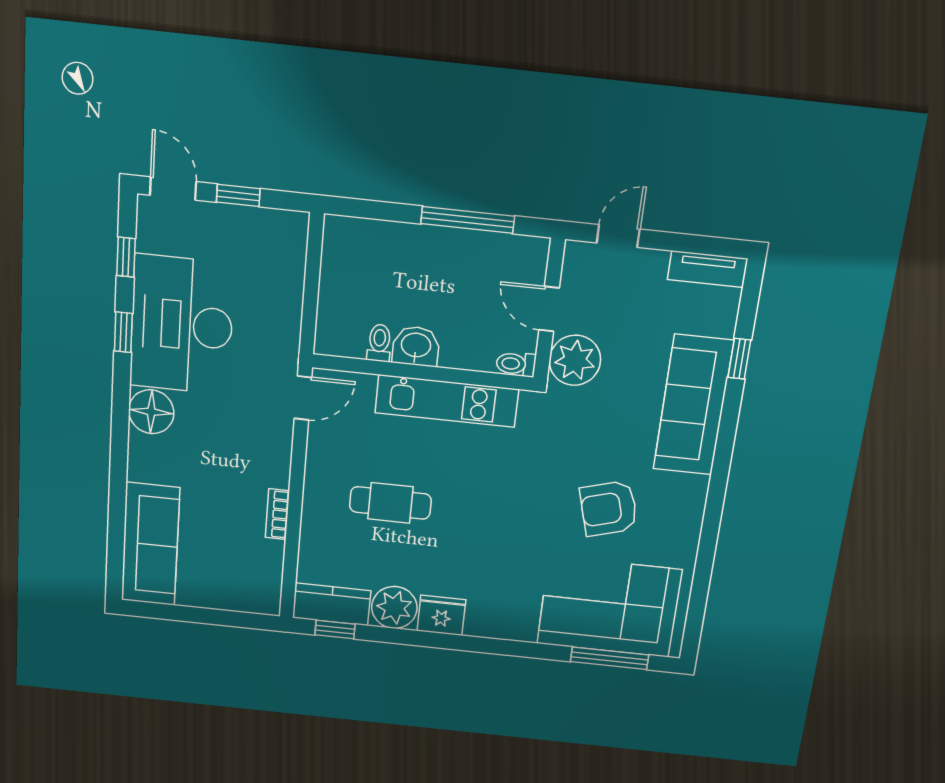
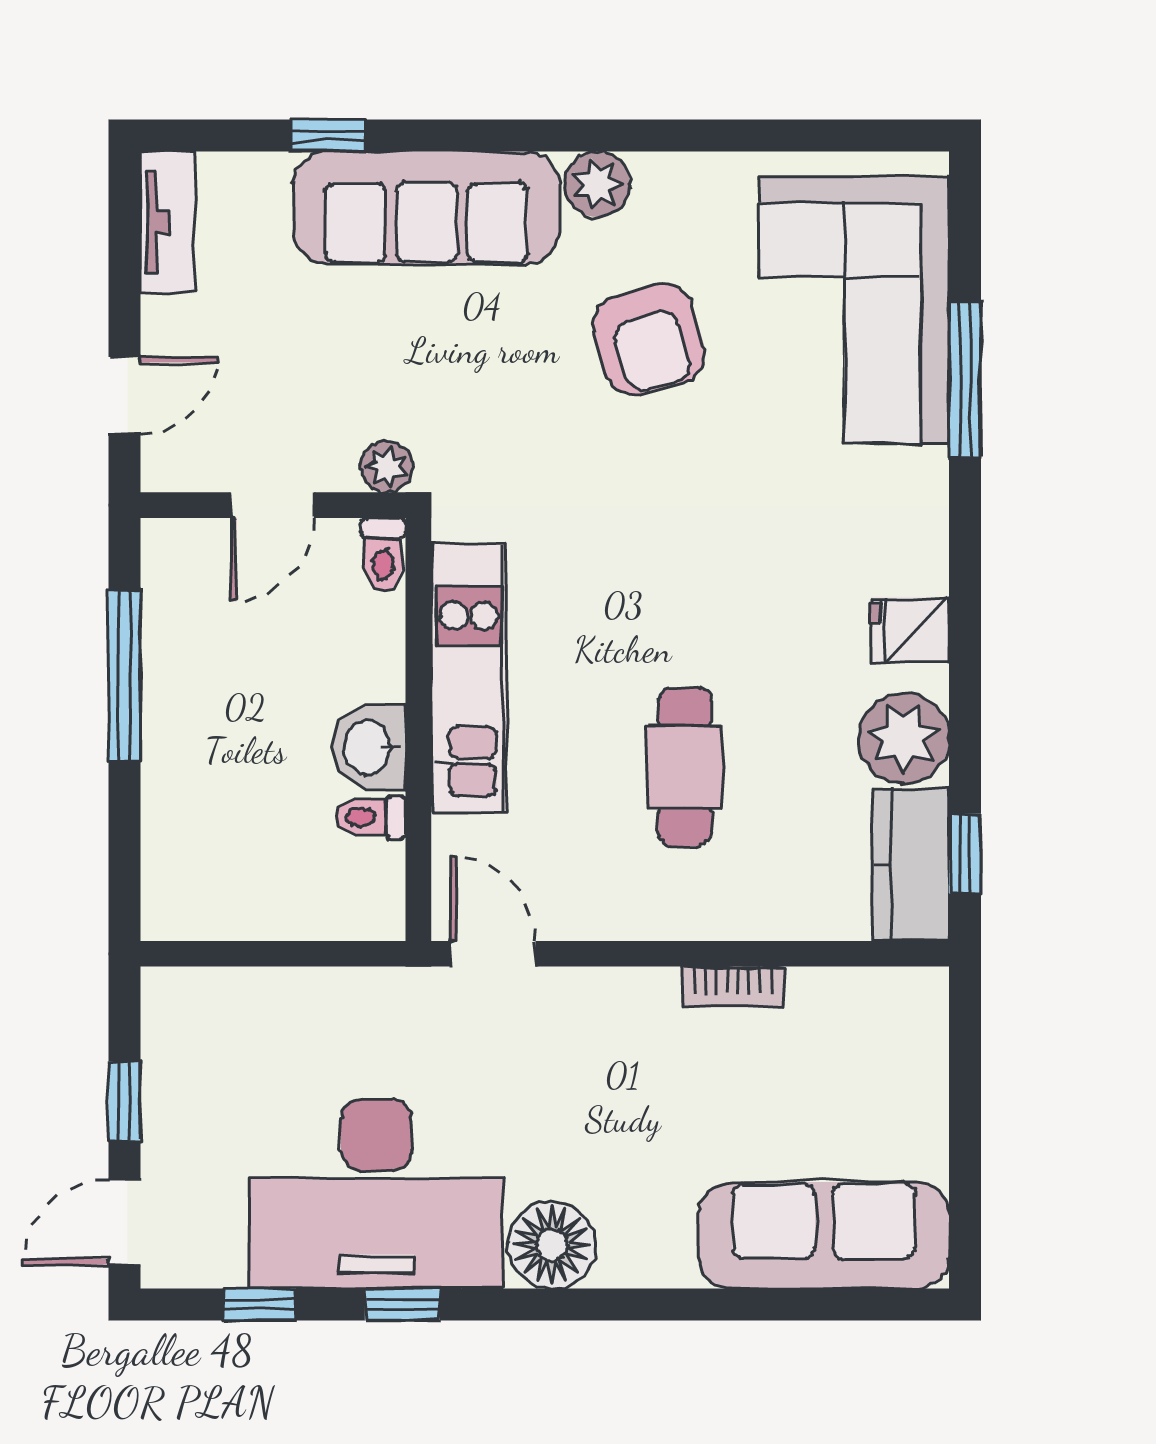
door: (618, 236) -> (125, 395), swing flipped
plant: (575, 360) -> (387, 467), width x0.53, depth x0.53
plant: (691, 491) -> (597, 184), added
fridge: (441, 615) -> (910, 630), width x0.72
window: (610, 658) -> (965, 380), moved

